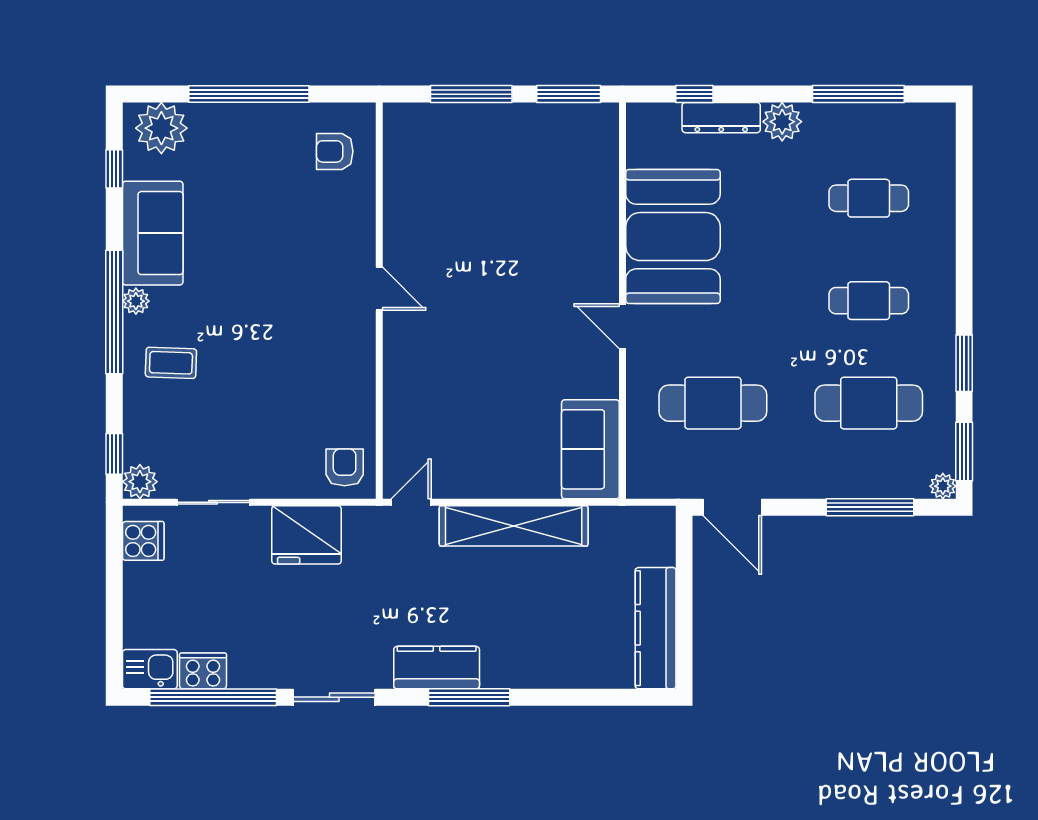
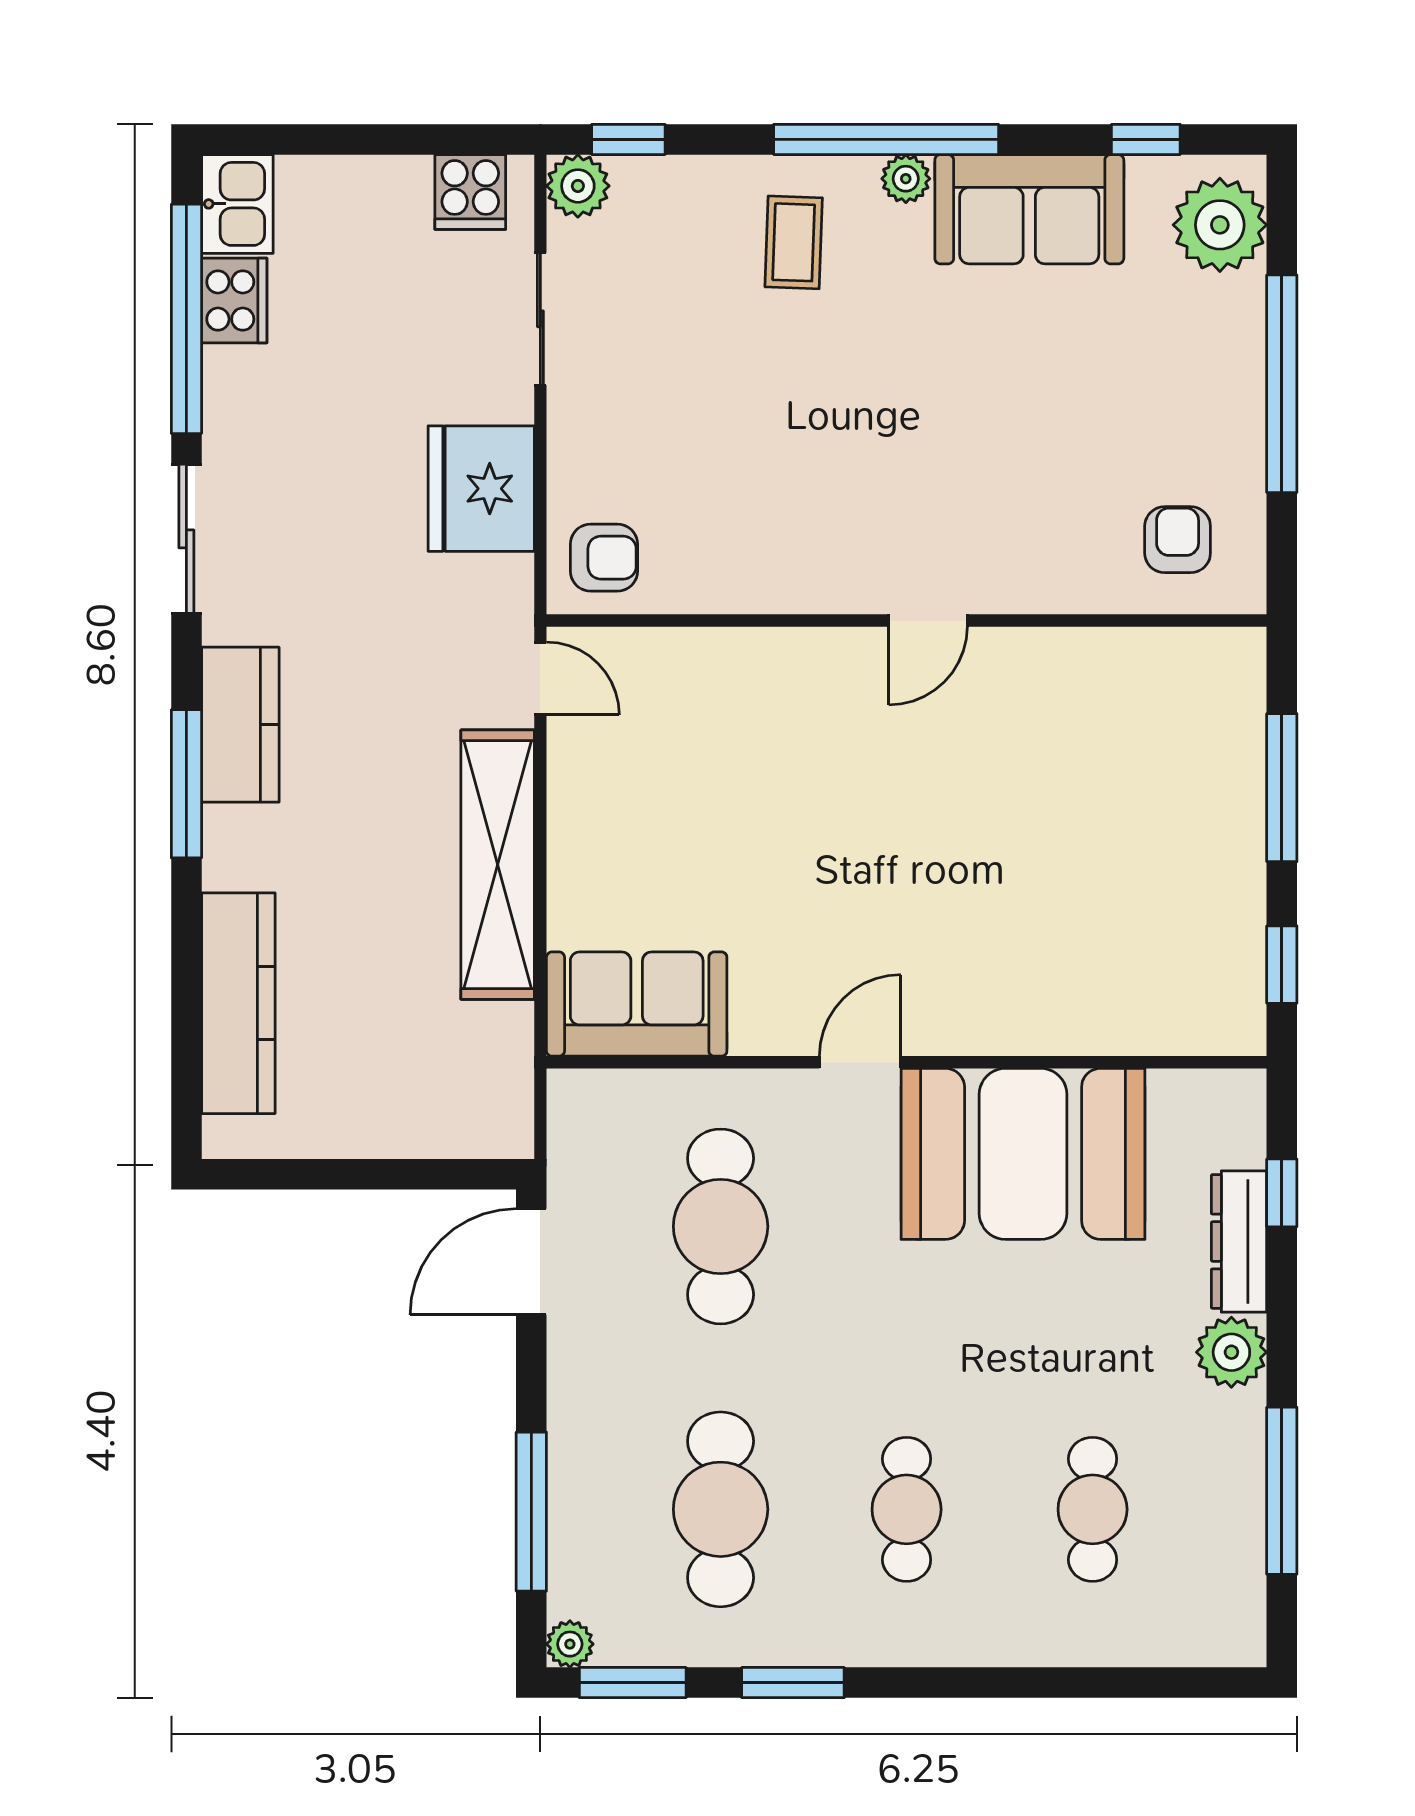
window: (569, 94) -> (1282, 965), width x0.67
kitchen counter: (656, 628) -> (238, 1003), moved, turned 90

